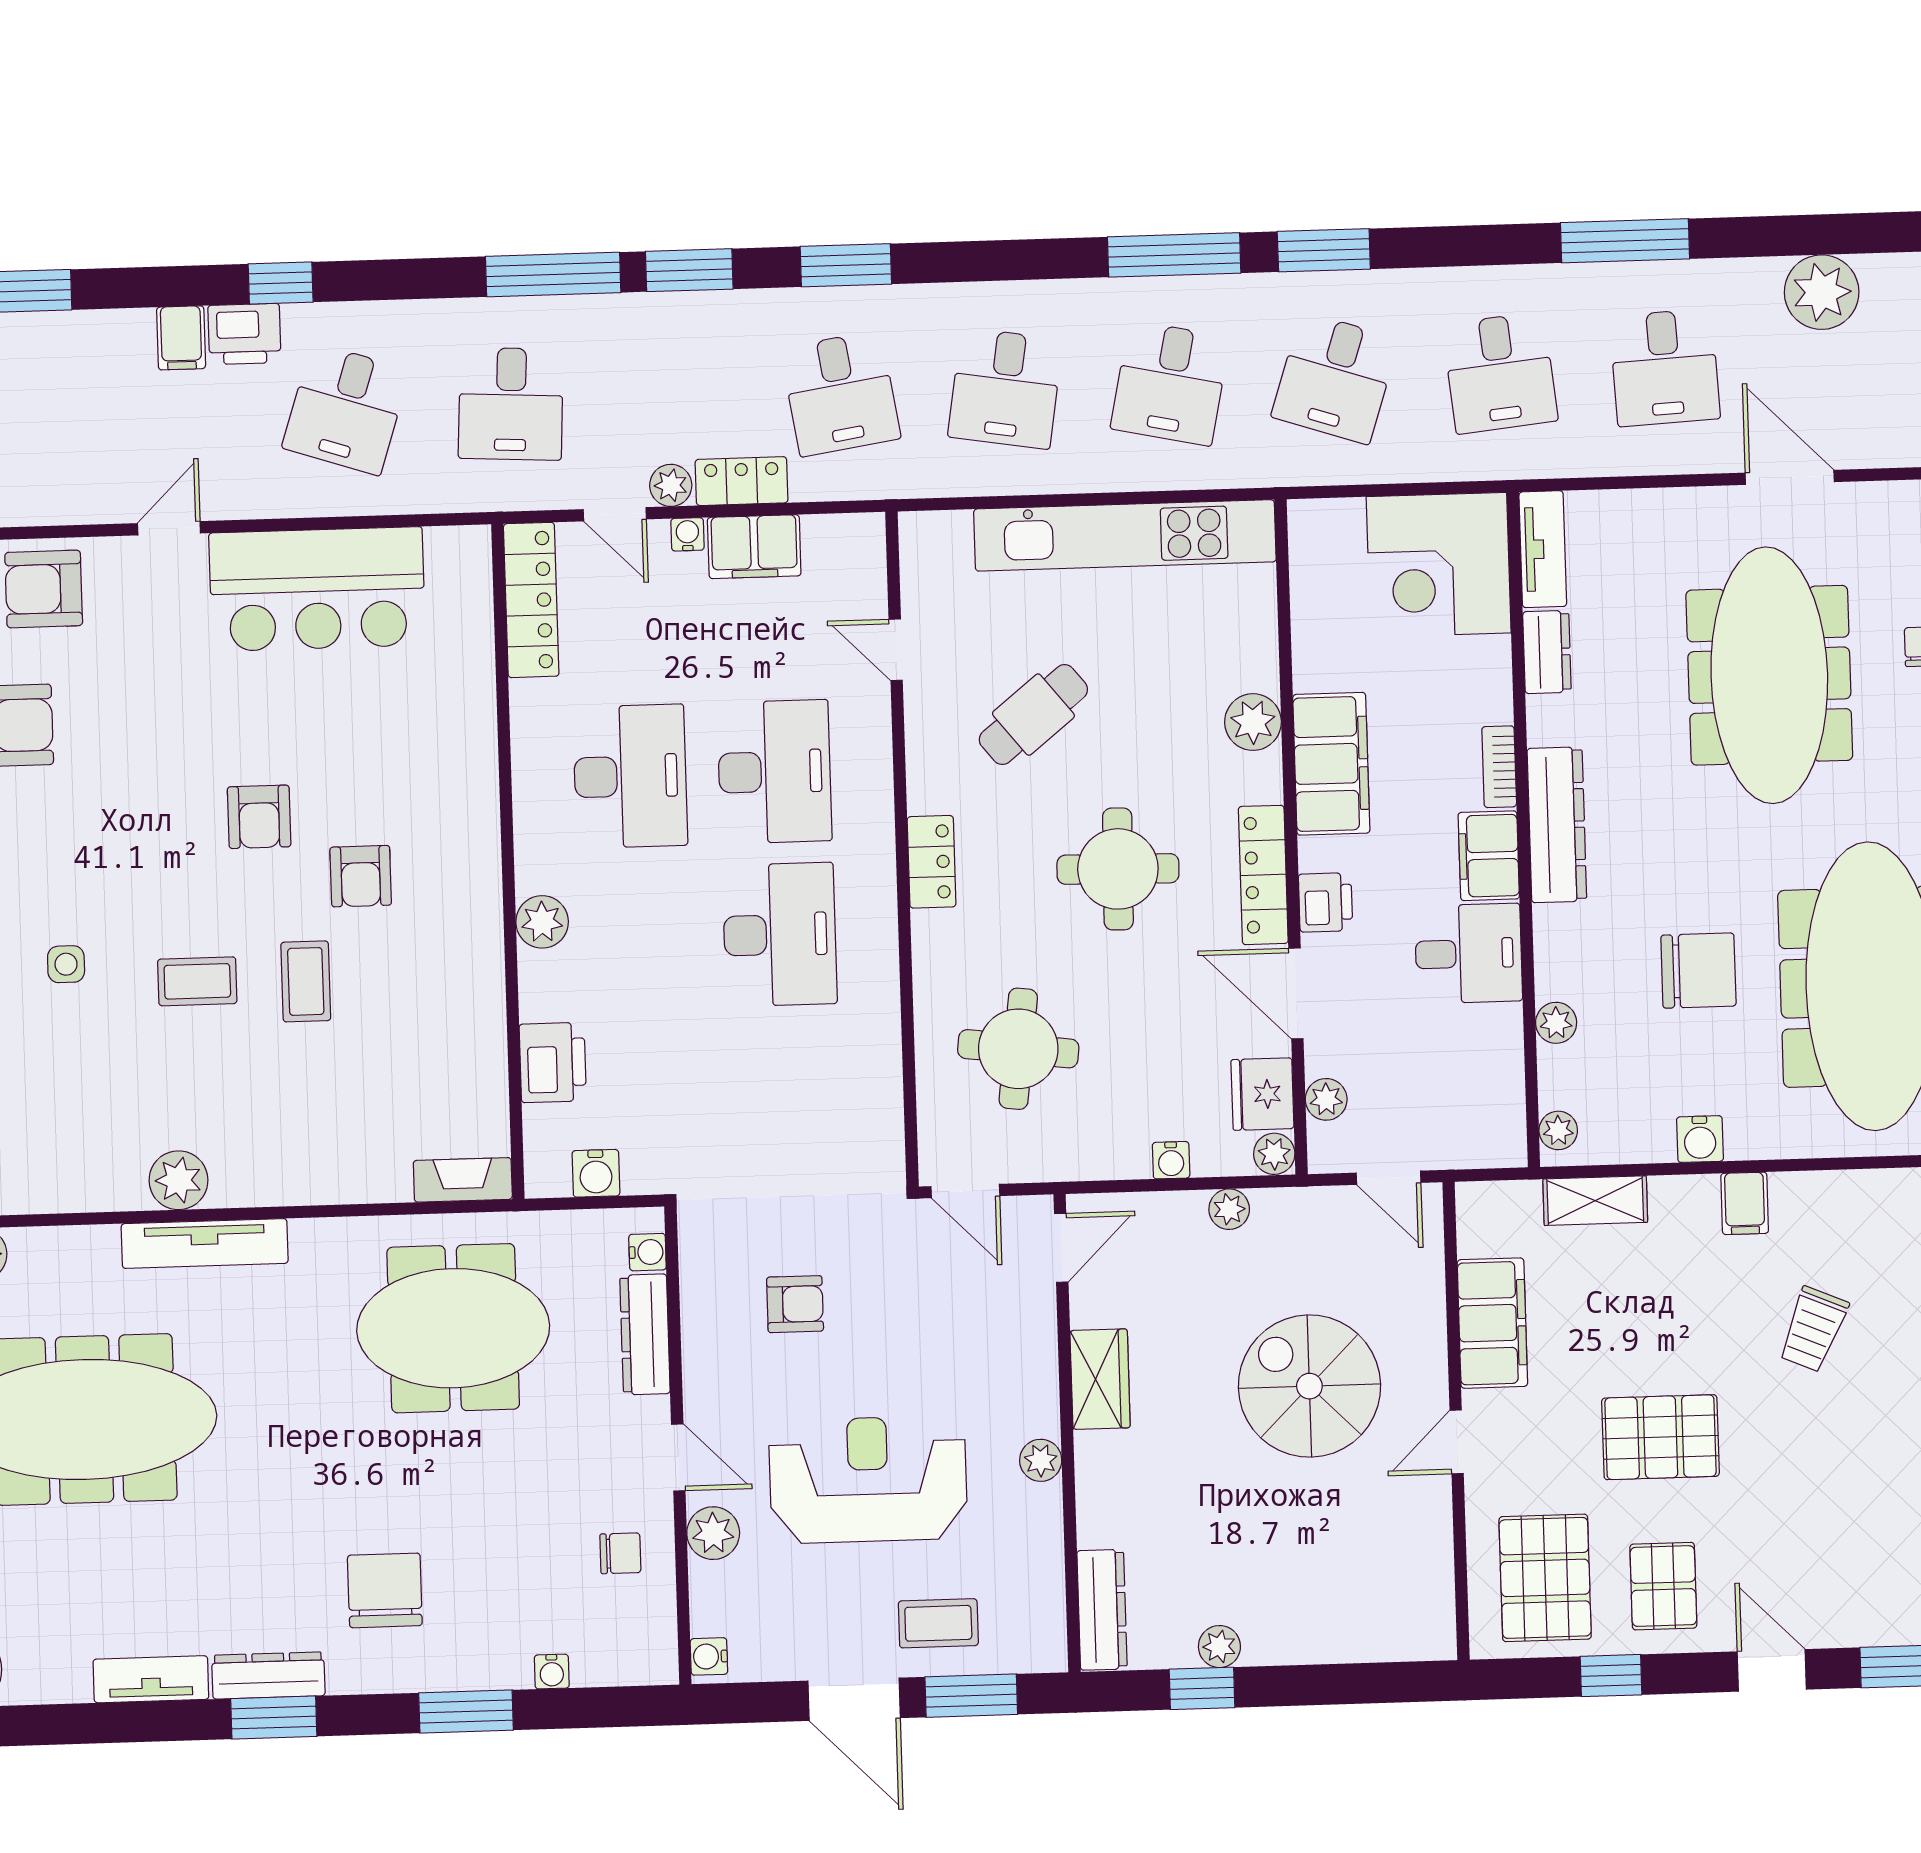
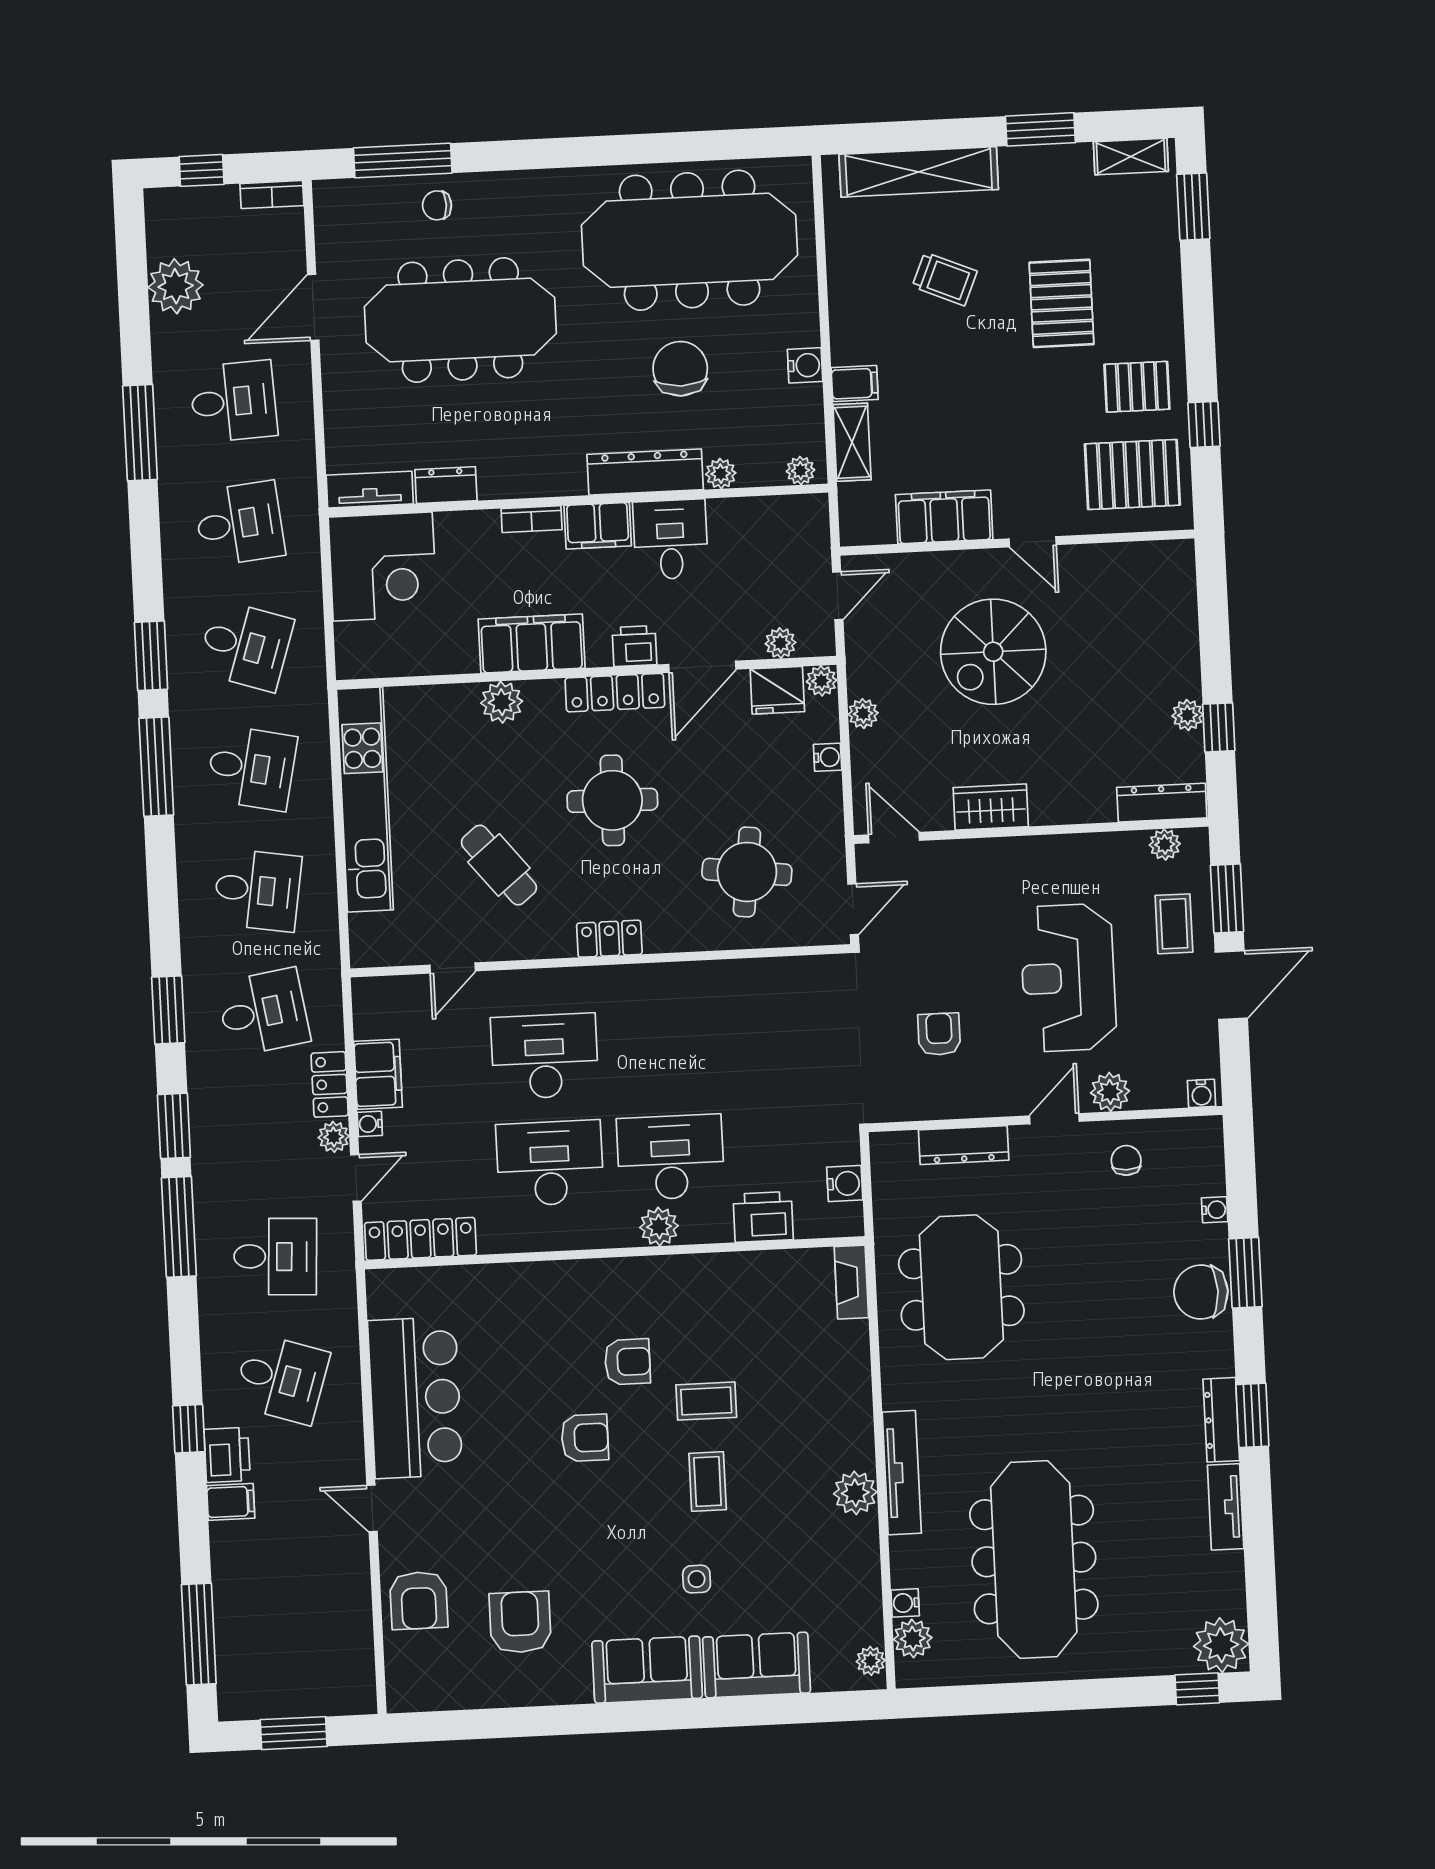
dresser: (1557, 825) -> (645, 472), moved
desk: (780, 935) -> (671, 1157), moved
filing cabinet: (1745, 1203) -> (855, 384), moved
water cooler: (647, 1252) -> (905, 1603), moved, turned -90
pallet: (1660, 1437) -> (1062, 303), moved
plant: (1041, 1460) -> (1165, 844), moved
chair: (385, 1590) -> (1201, 1292), moved
door: (1772, 1670) -> (1198, 305), removed

